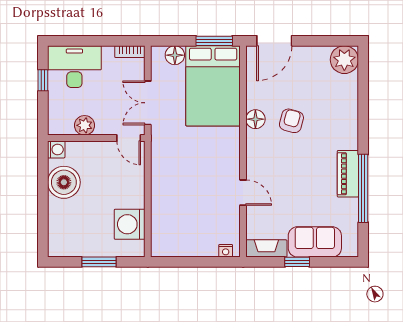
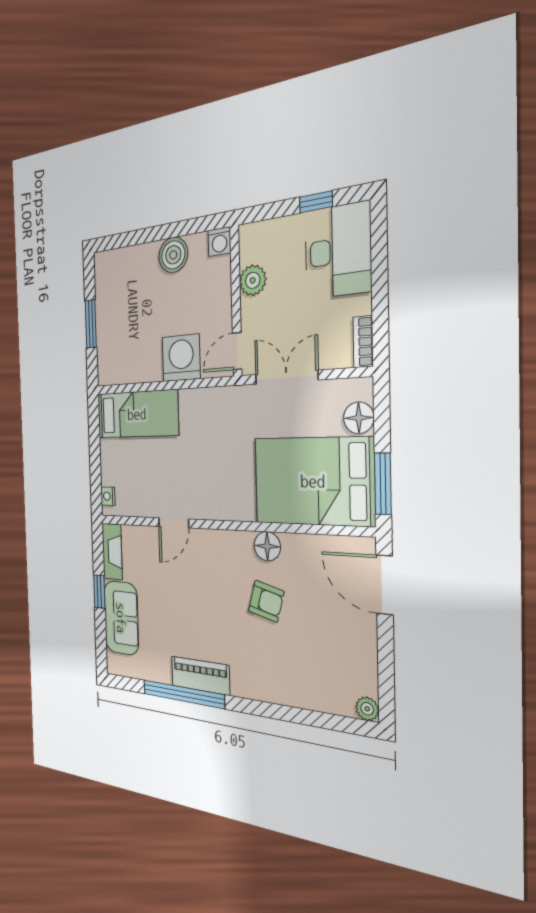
plant: (344, 60) -> (367, 709), width x0.53, depth x0.53
boiler: (64, 182) -> (173, 255), width x0.73, depth x0.73
bed: (167, 222) -> (137, 414), added
washing machine: (130, 224) -> (181, 358), moved

